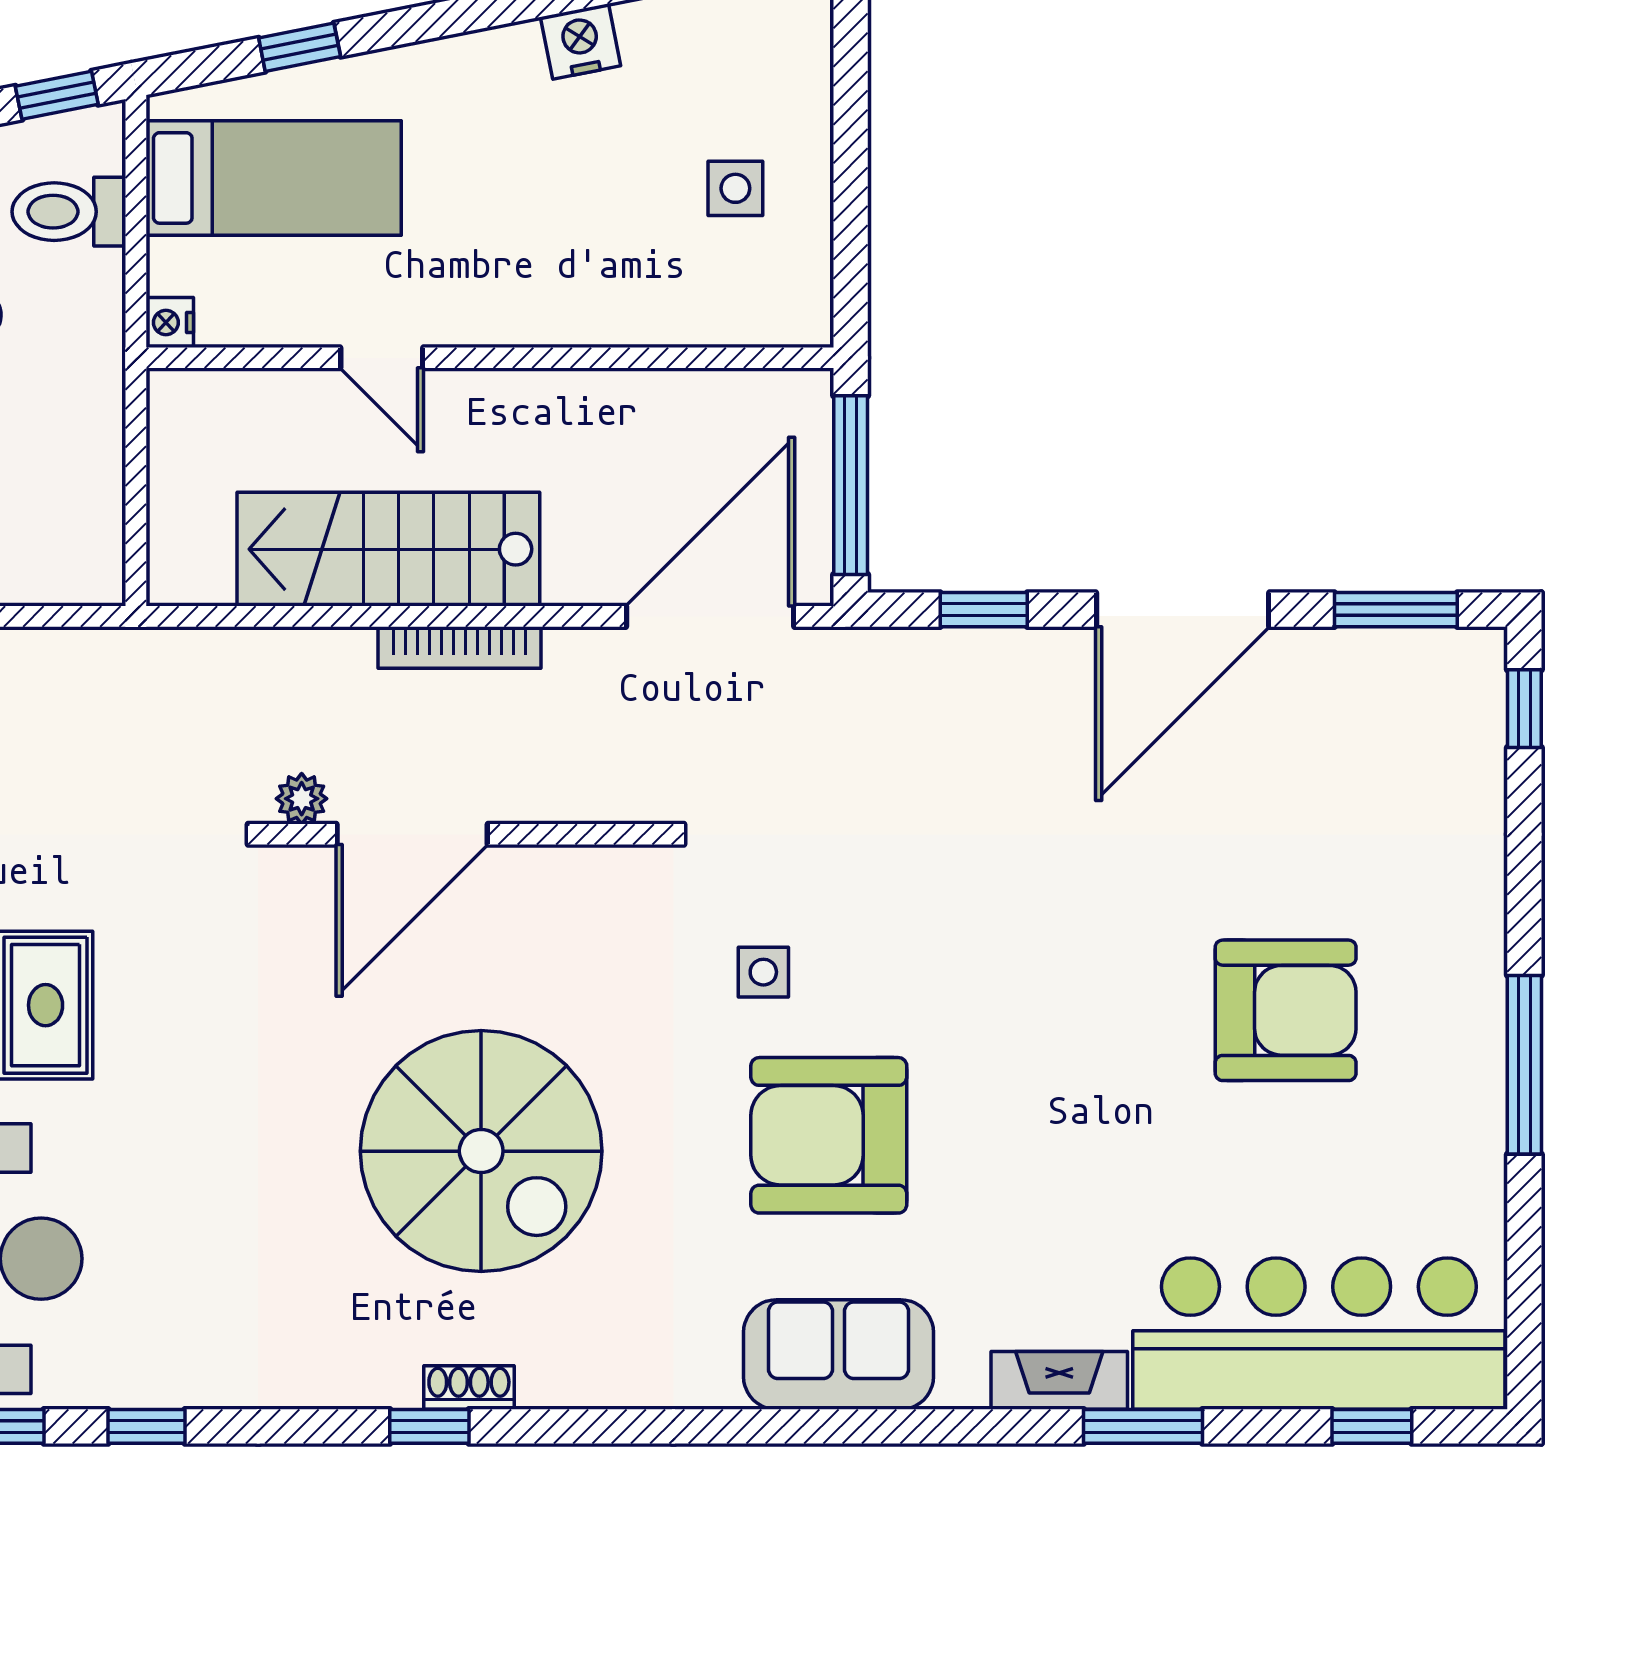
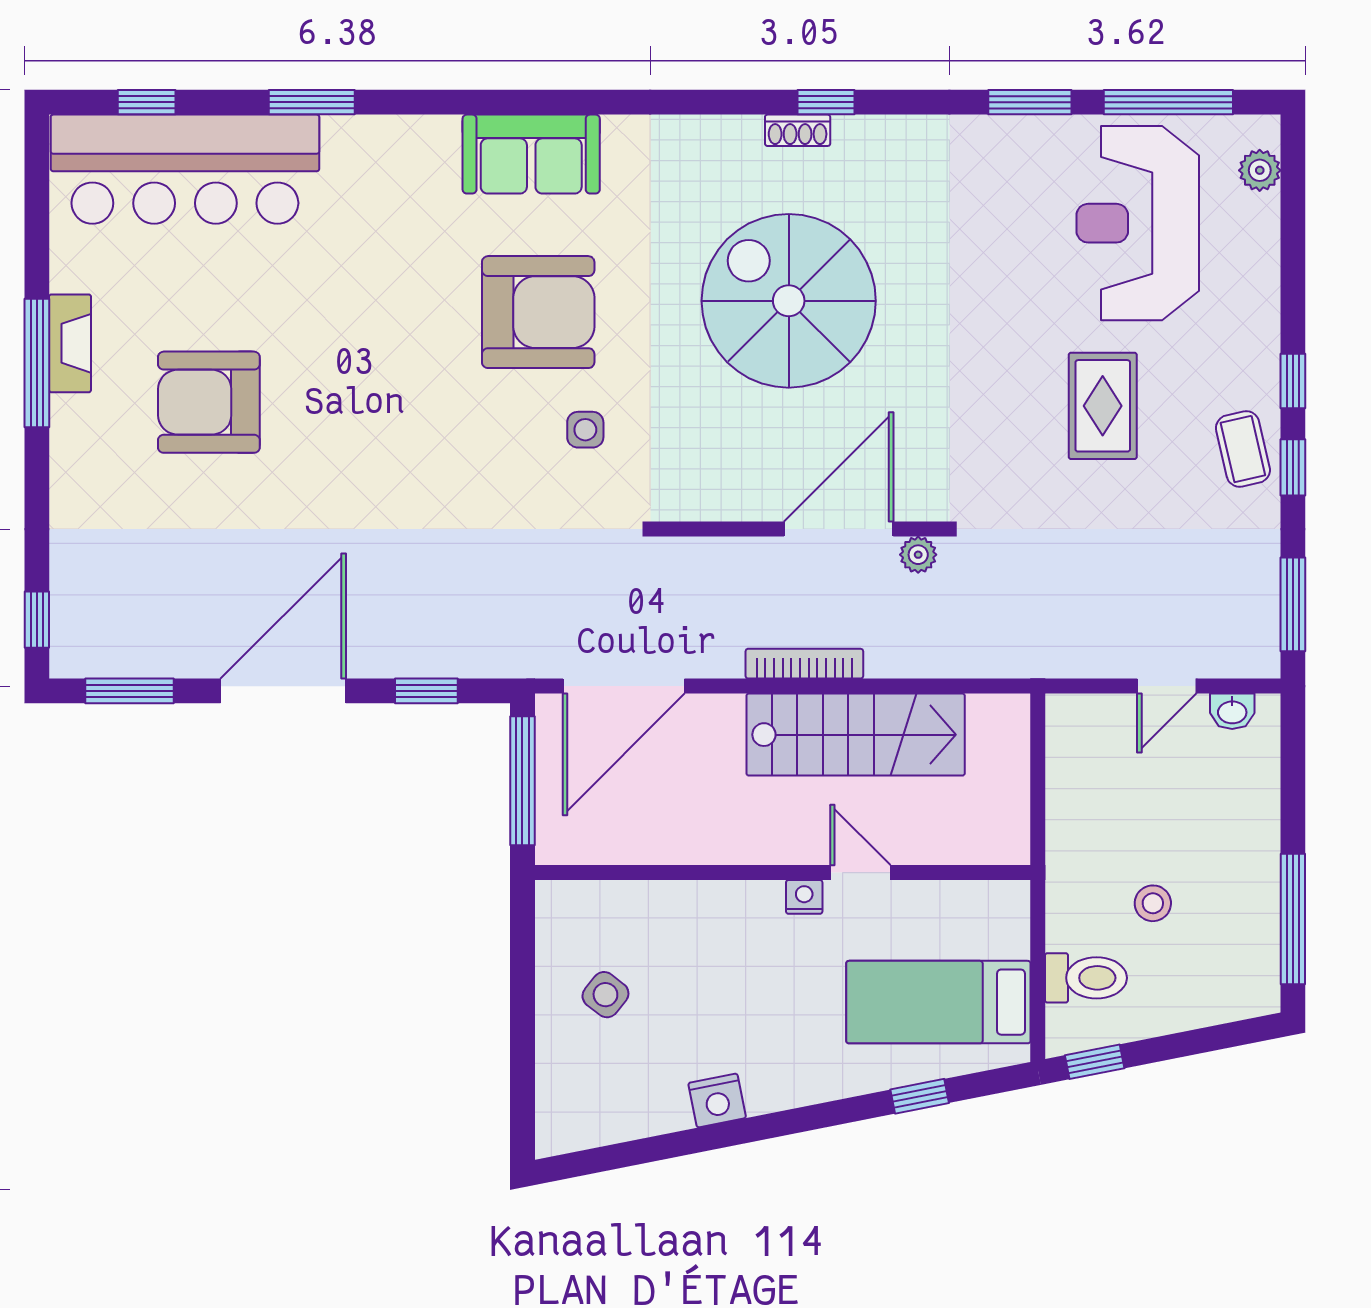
side table: (735, 188) -> (605, 995), turned 38
nightstand: (170, 323) -> (804, 897), moved, turned -90
fireplace: (1059, 1380) -> (70, 343), moved, turned -90
window: (147, 1426) -> (1030, 102), width x1.50

